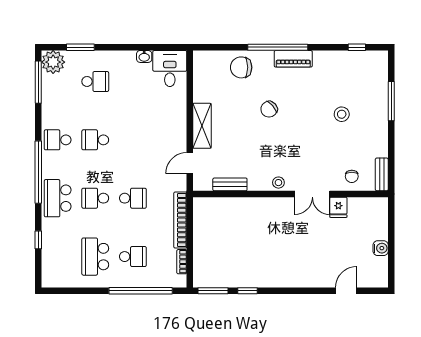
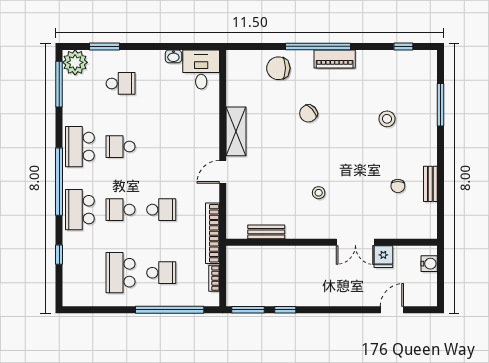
school desk: (58, 140) -> (80, 147), width x1.85
bench: (230, 184) -> (266, 232), moved
wall: (290, 194) -> (332, 242), moved
double door: (312, 194) -> (355, 242), moved
fridge: (338, 207) -> (383, 257), moved

